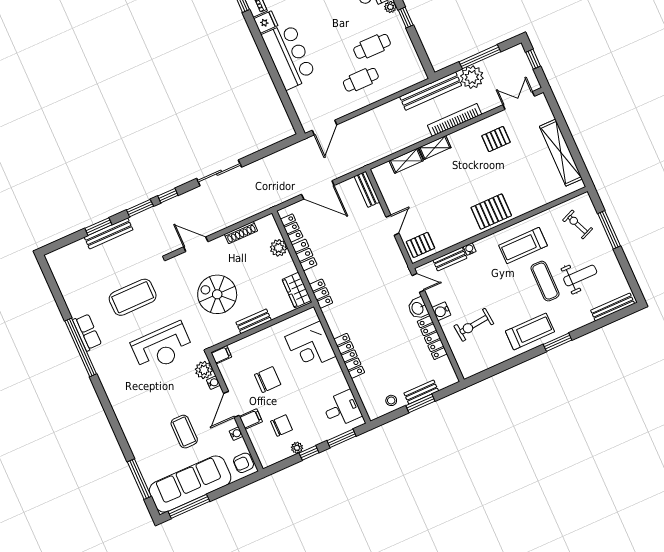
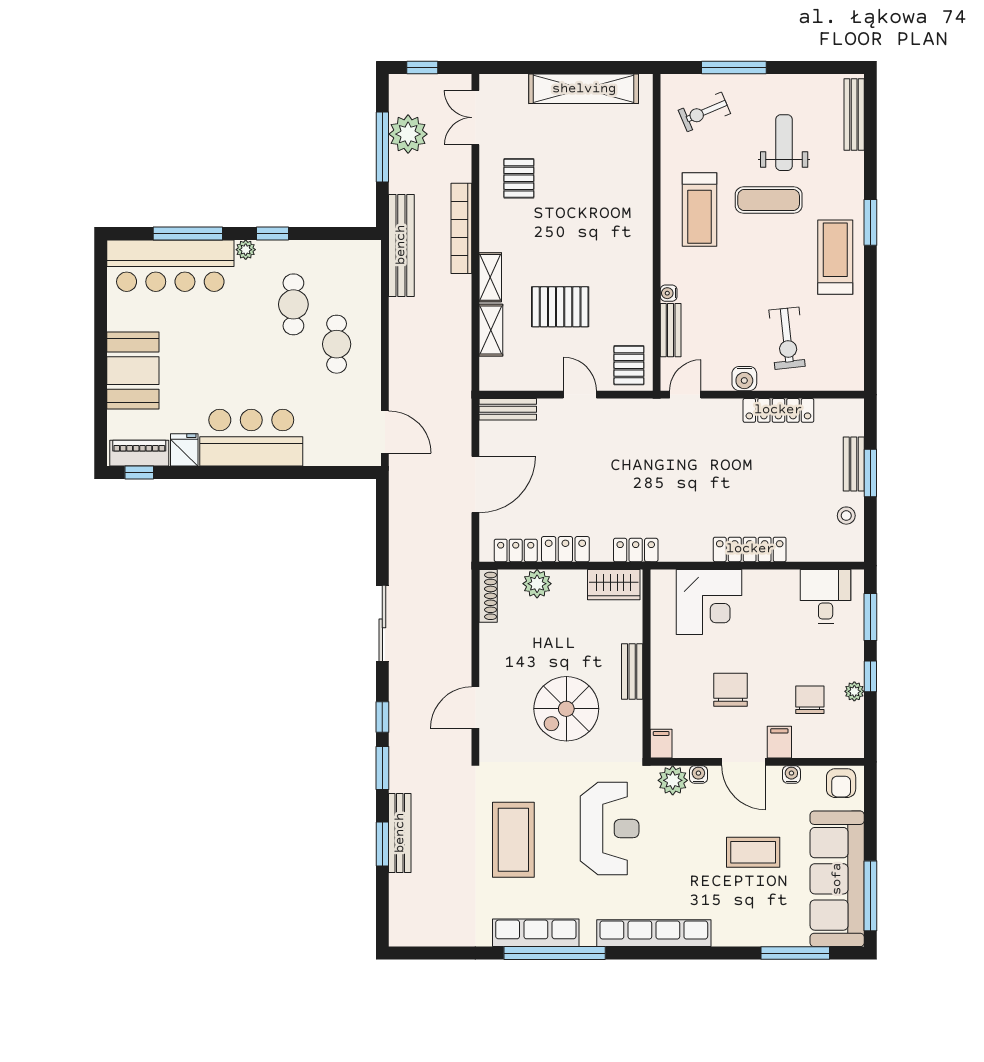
plant: (472, 77) -> (408, 134), moved
pallet: (491, 212) -> (560, 307), moved, turned 90
shoe rack: (241, 233) -> (488, 596), moved
washbasin: (418, 308) -> (724, 412), removed
row of seats: (87, 332) -> (536, 933), width x1.48
row of seats: (116, 397) -> (654, 933), added

